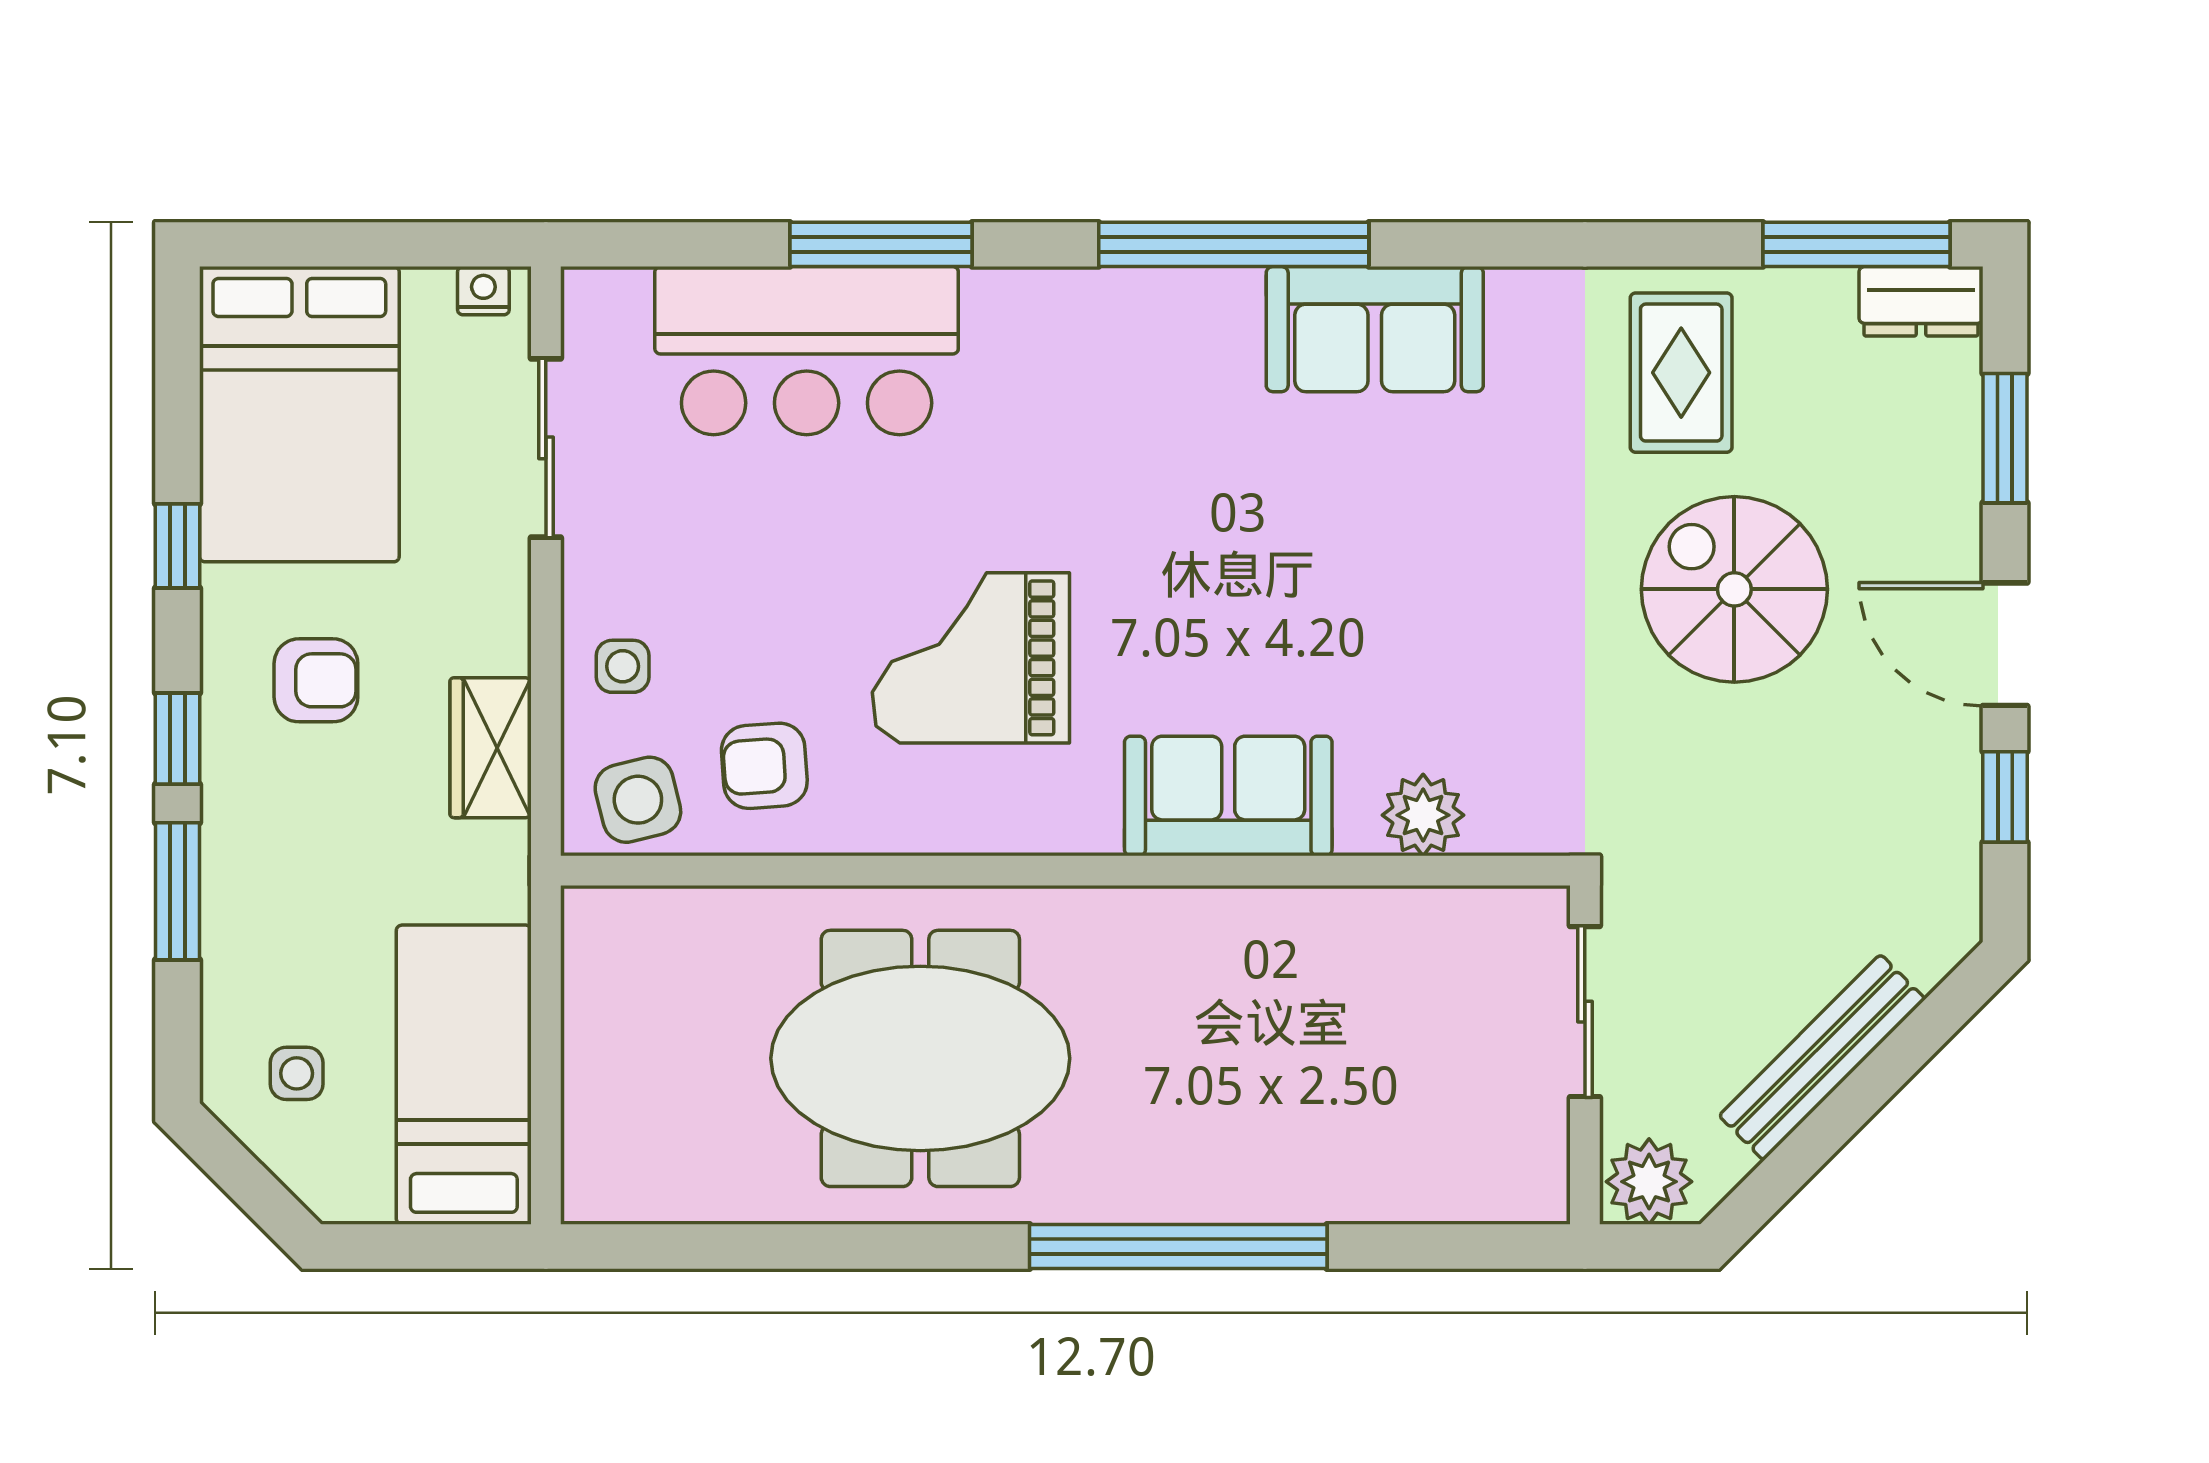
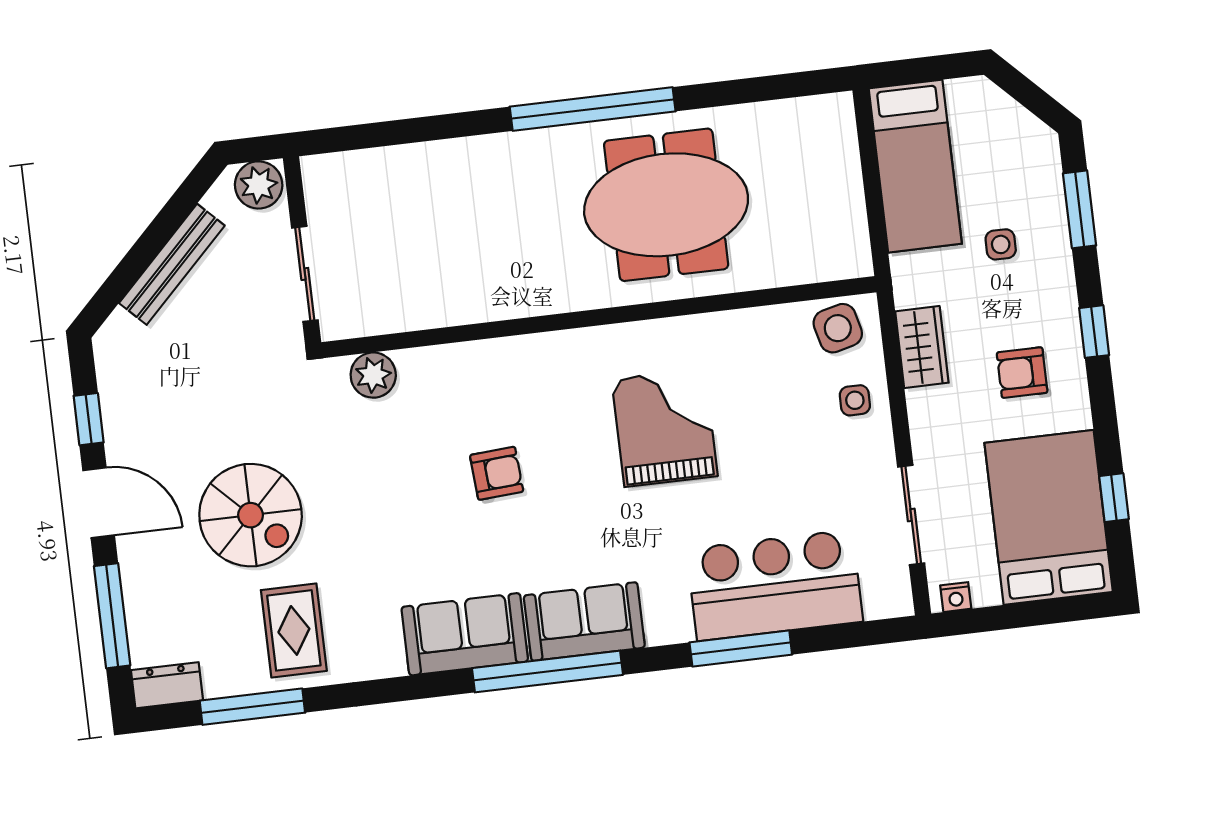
window: (1856, 244) -> (252, 707), moved
window: (2005, 438) -> (112, 616), width x1.44
window: (178, 546) -> (1114, 498), moved
grand piano: (971, 658) -> (665, 428), turned -90
armchair: (764, 766) -> (497, 473), moved
sofa: (1228, 796) -> (584, 622), moved, turned 180
plant: (1423, 815) -> (373, 375), moved
window: (178, 891) -> (1080, 209), moved
side table: (297, 1073) -> (1001, 244), moved
window: (1178, 1247) -> (593, 109), moved

